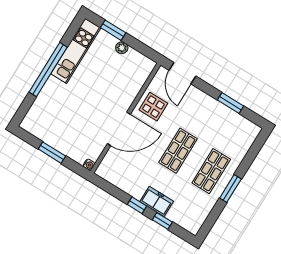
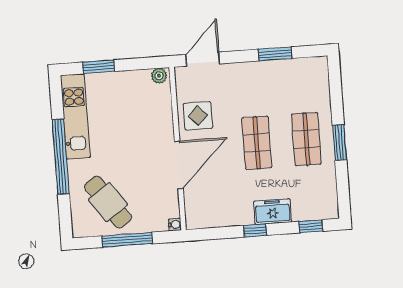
plant: (122, 48) -> (159, 76), moved
door: (182, 73) -> (203, 59), swing flipped
cafe table: (57, 120) -> (108, 202), added
window: (52, 153) -> (127, 240), width x1.44
window: (162, 221) -> (311, 226), moved

